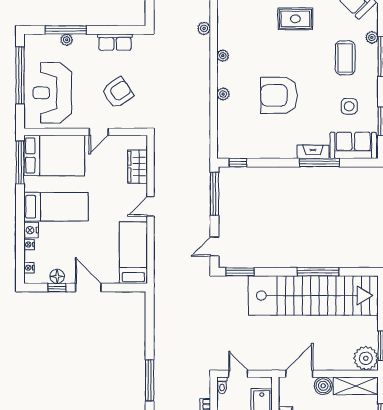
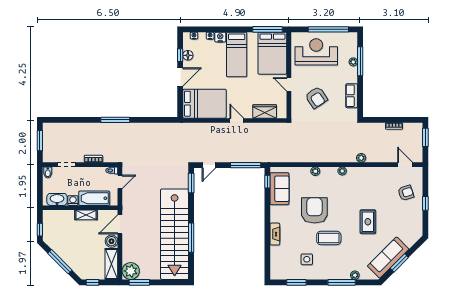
coffee table: (345, 58) -> (329, 238), moved
sofa: (353, 145) -> (279, 189), moved
window: (320, 163) -> (267, 239), removed
door: (214, 247) -> (209, 165), swing flipped
bed: (133, 253) -> (204, 104), width x1.50
door: (299, 374) -> (120, 224), swing flipped

